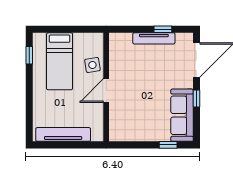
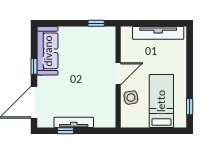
window: (168, 145) -> (96, 23), moved

